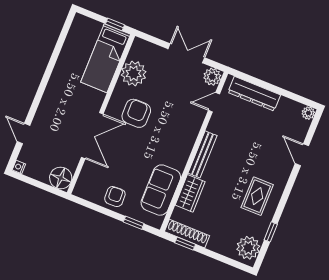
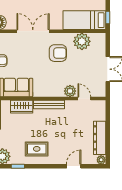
plant: (212, 77) -> (70, 91), moved
dresser: (254, 94) -> (100, 138), moved
double door: (92, 136) -> (33, 31), swing flipped

